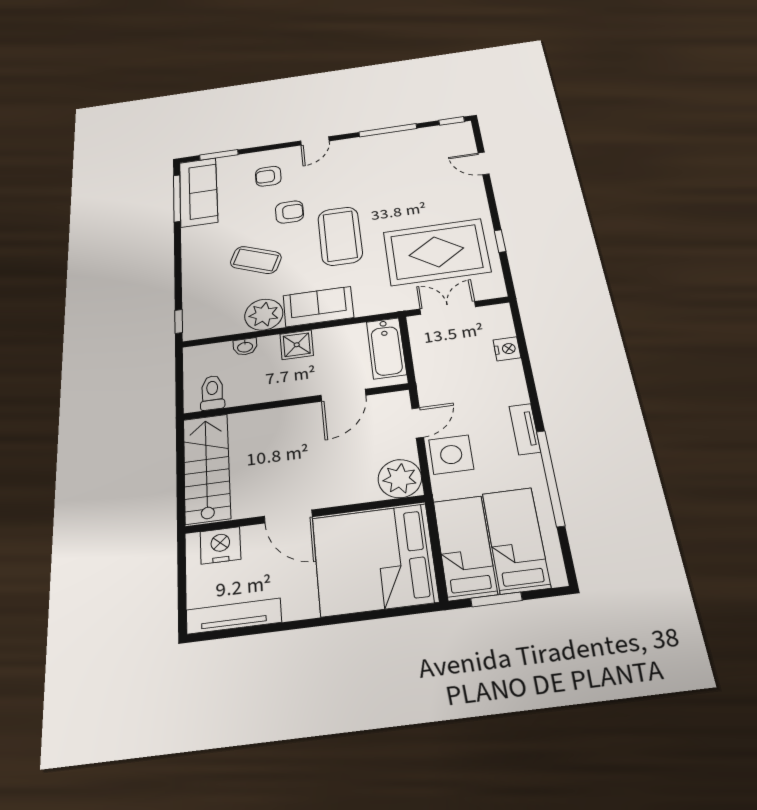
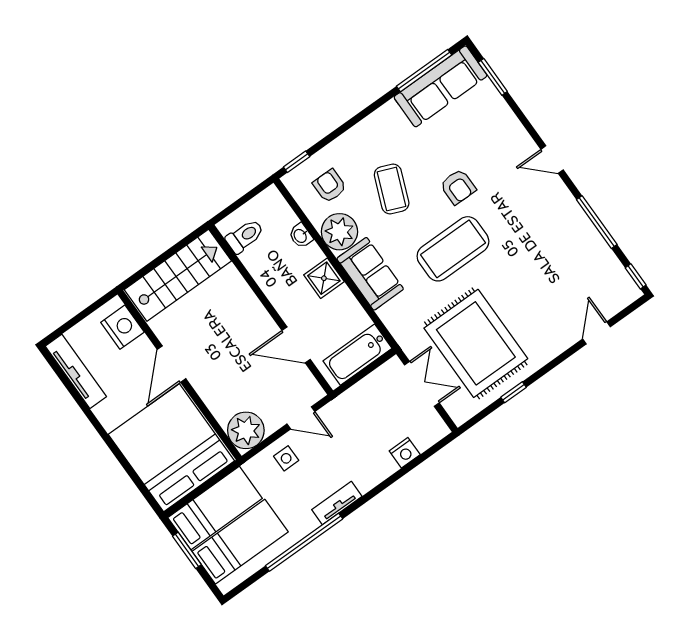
armchair: (268, 176) -> (330, 186), moved
side table: (451, 455) -> (286, 458), width x0.54, depth x0.54

